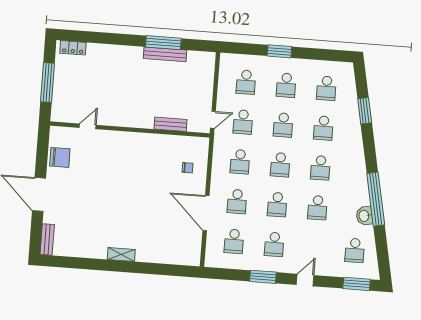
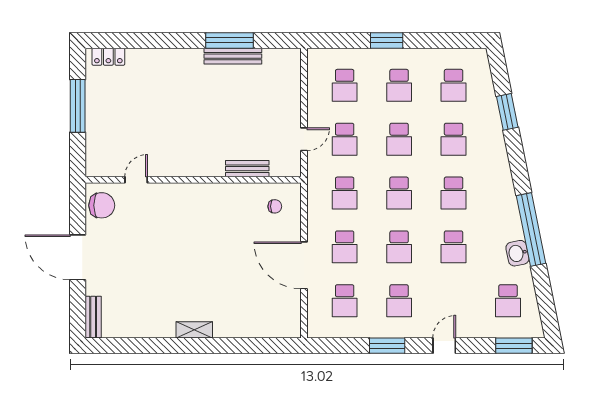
bench: (170, 124) -> (247, 169), moved
door: (88, 126) -> (136, 180), moved
wall: (130, 129) -> (193, 180), moved

